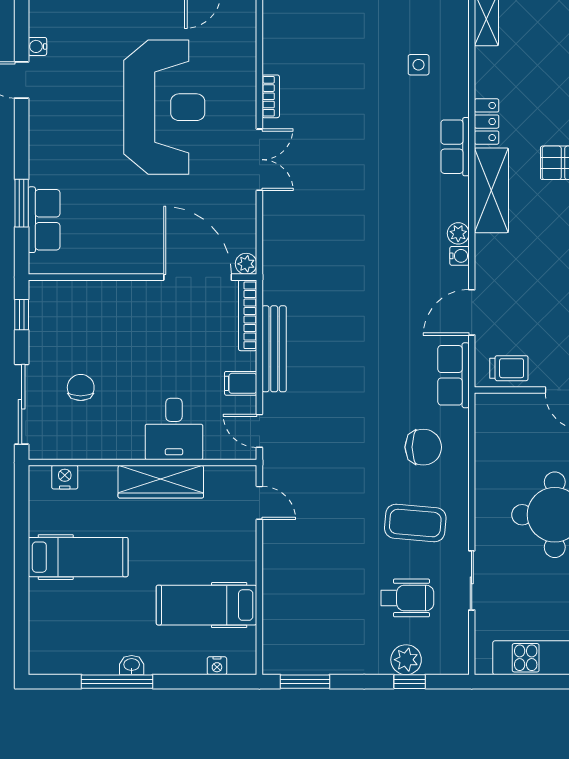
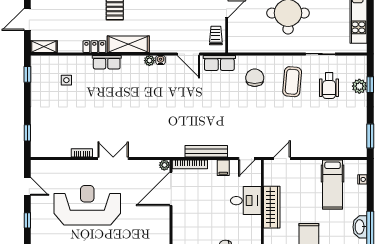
wheelchair: (407, 598) -> (329, 86), turned 180
washbasin: (132, 665) -> (360, 227), width x1.91, depth x1.45

